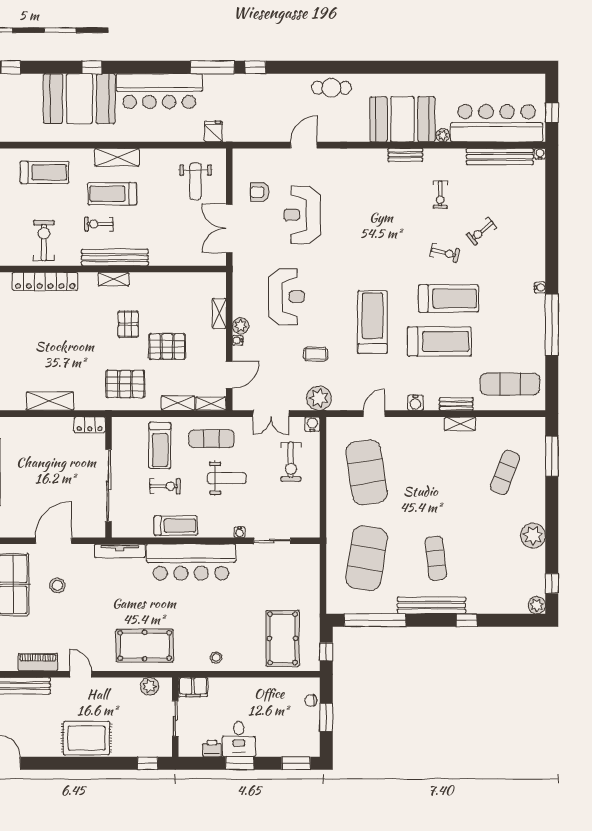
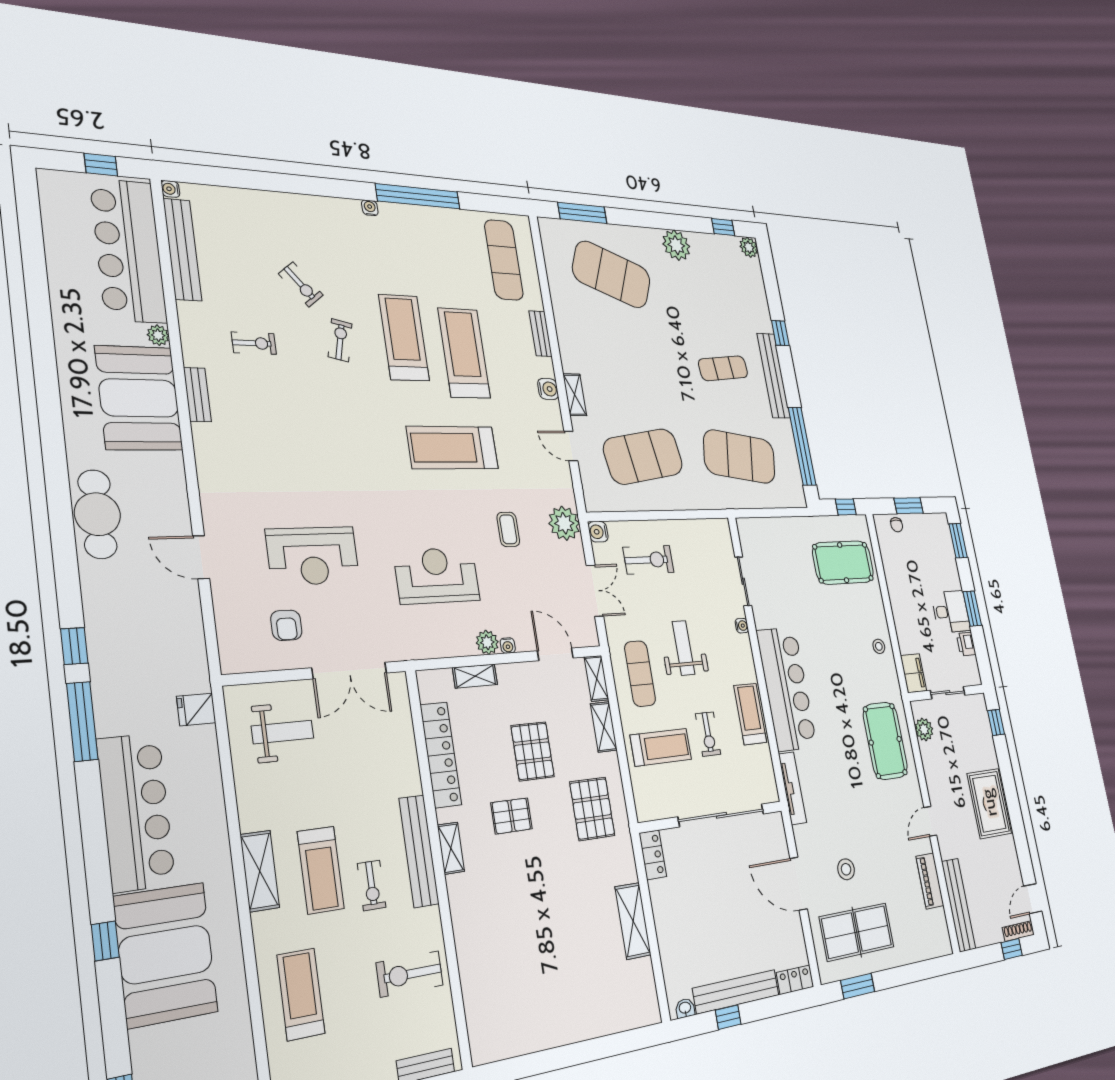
cafe table: (331, 88) -> (97, 514), width x1.37, depth x1.35
locker: (45, 281) -> (441, 755), moved
shelving: (460, 424) -> (575, 395), moved
exercise mat: (505, 472) -> (612, 274), width x2.00, depth x1.45
exercise bike: (165, 486) -> (708, 734), turned 180

